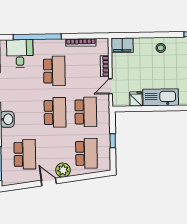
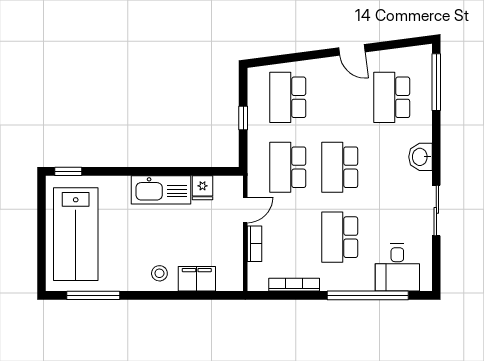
filing cabinet: (122, 45) -> (197, 279), moved
plant: (63, 170) -> (328, 70), removed

